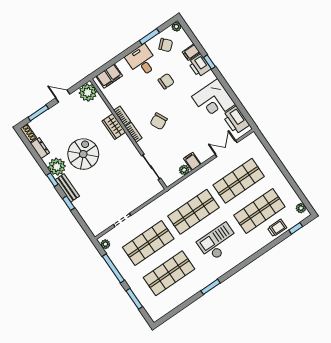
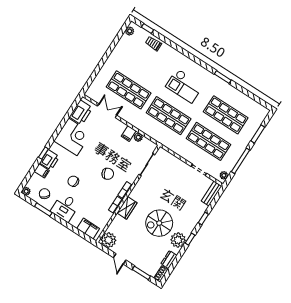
double door: (226, 149) -> (107, 111), swing flipped
bench: (67, 188) -> (212, 194), moved
shop shelf: (259, 211) -> (146, 63), removed

